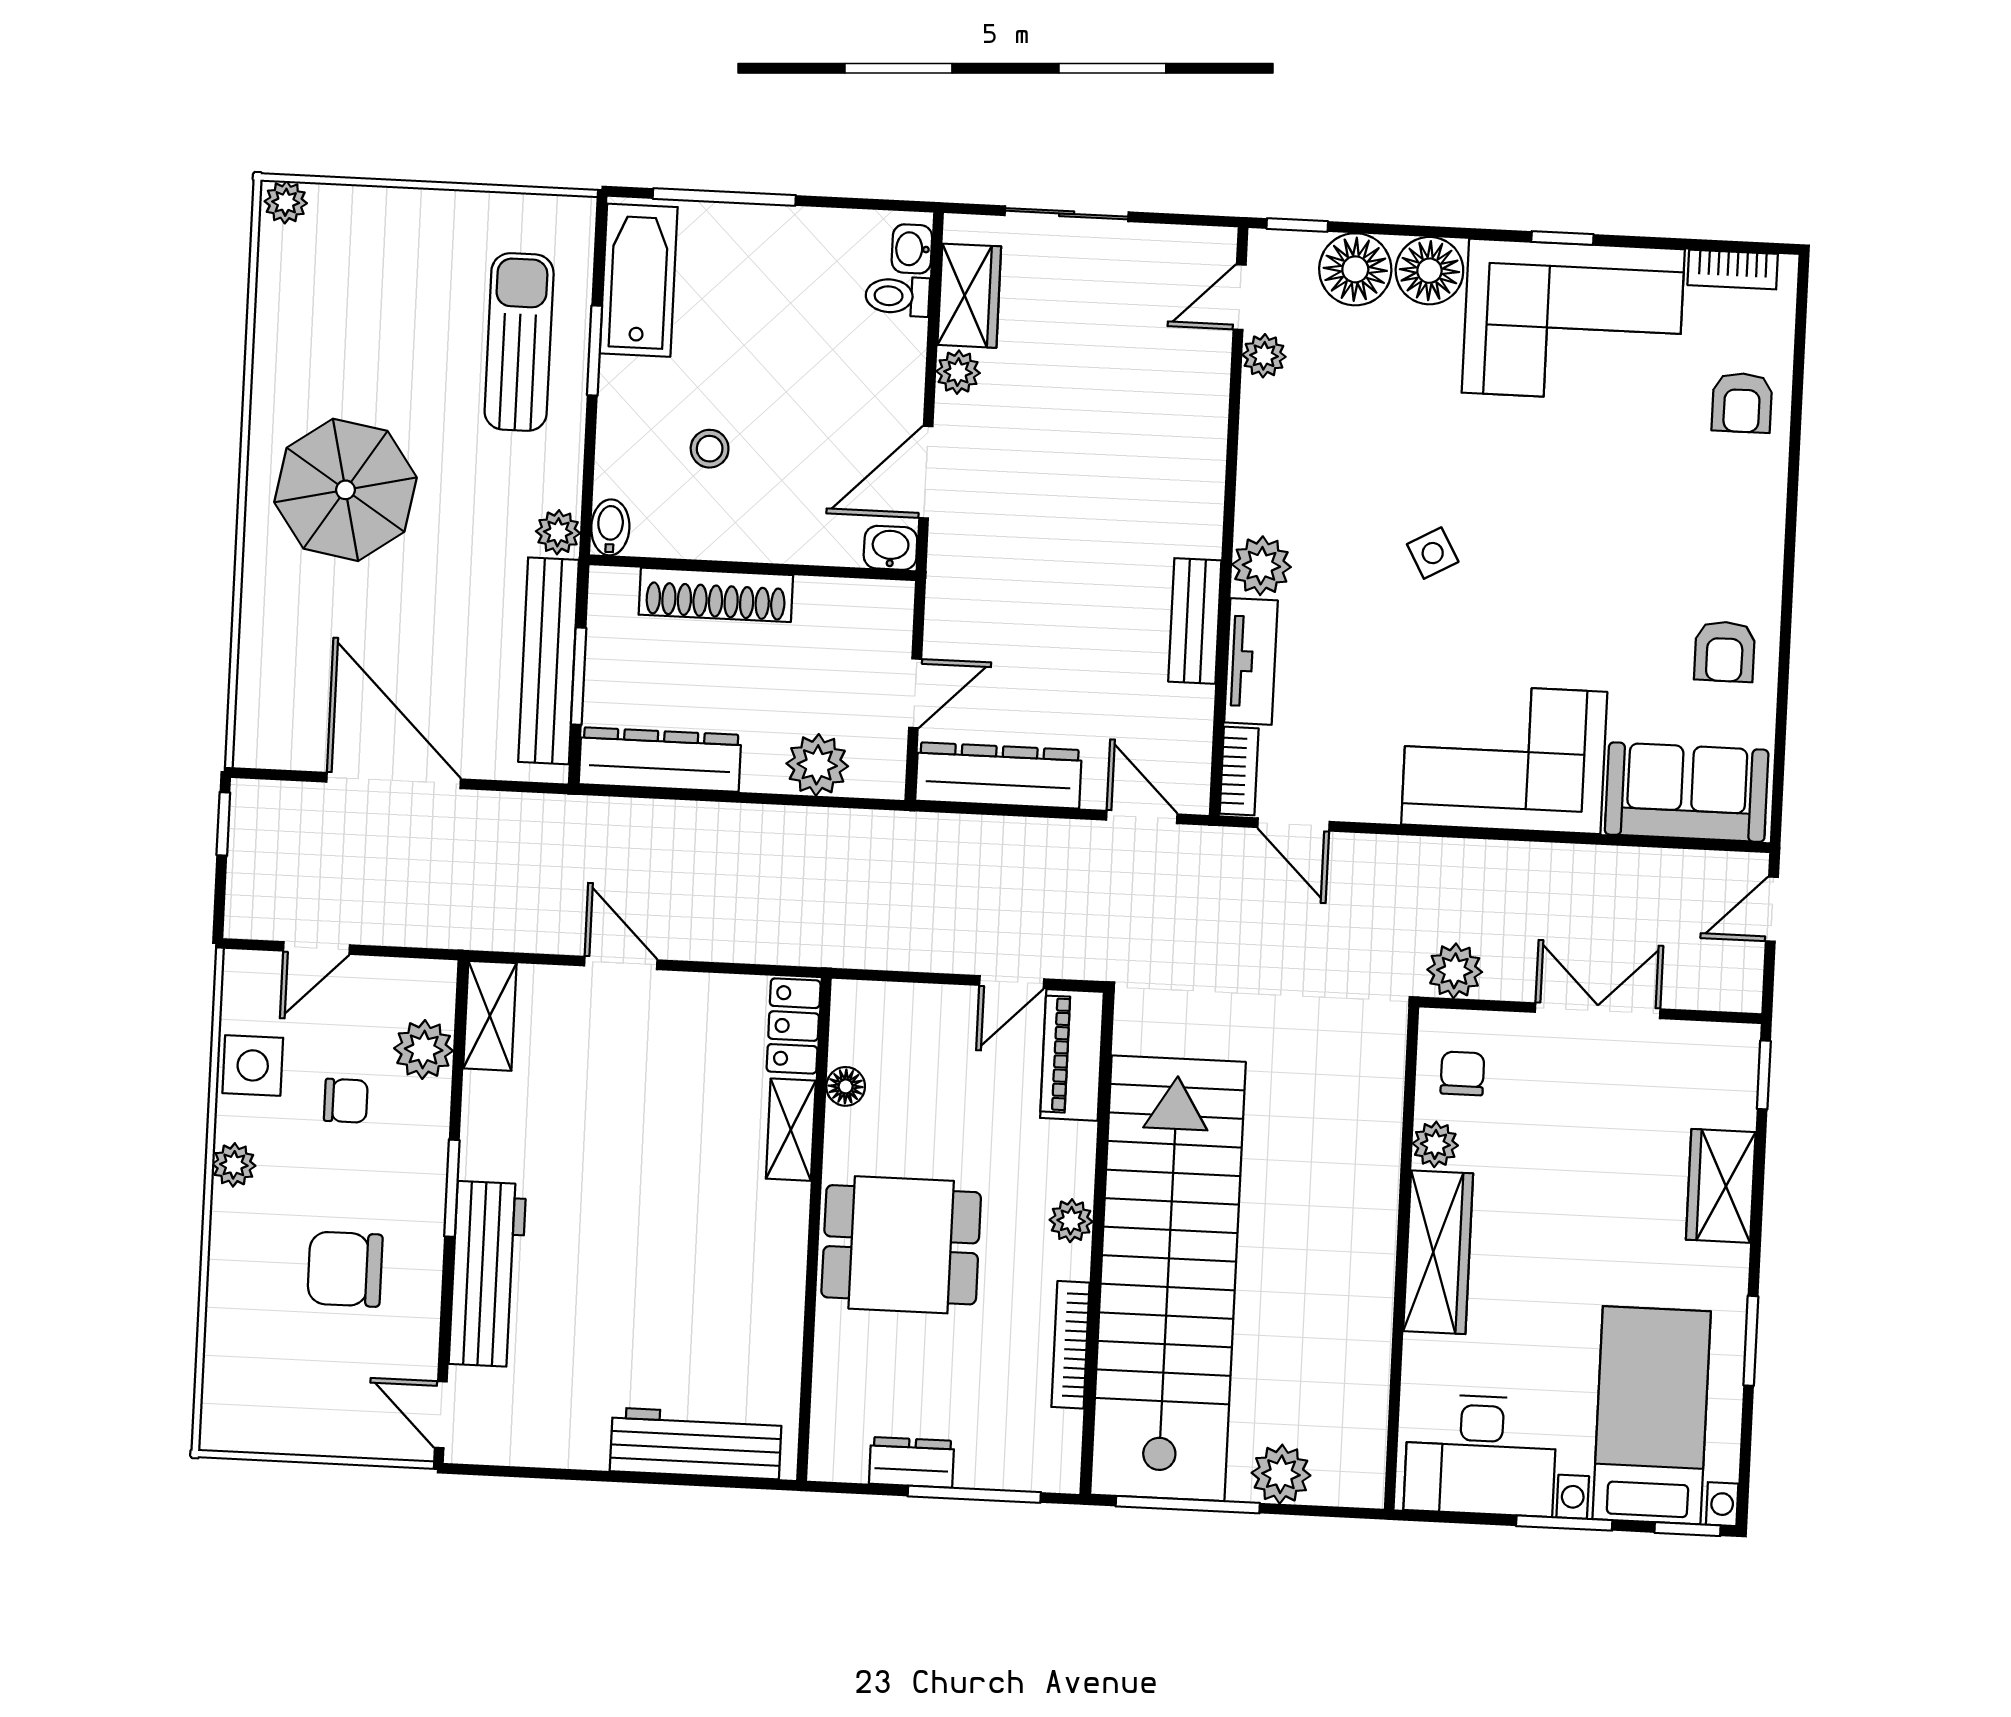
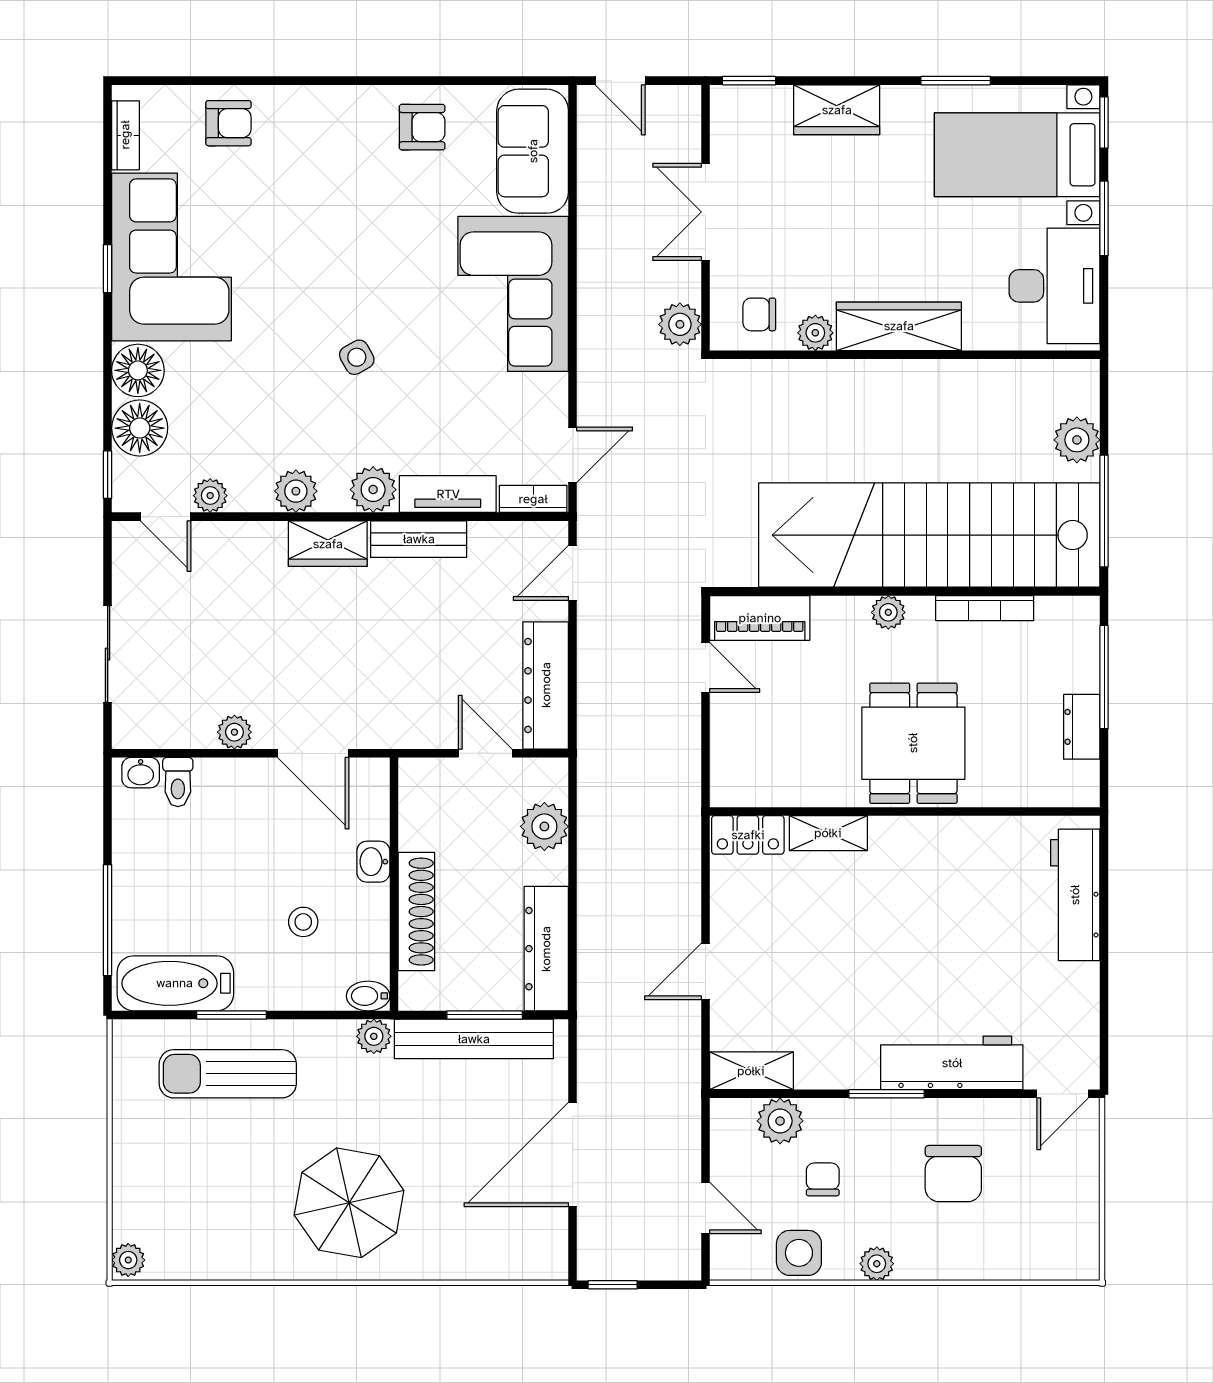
wardrobe: (969, 296) -> (328, 544), moved, turned 180
plant: (1264, 466) -> (296, 491), added
washbasin: (890, 548) -> (373, 862), moved
floor lamp: (846, 1086) -> (793, 792), removed

